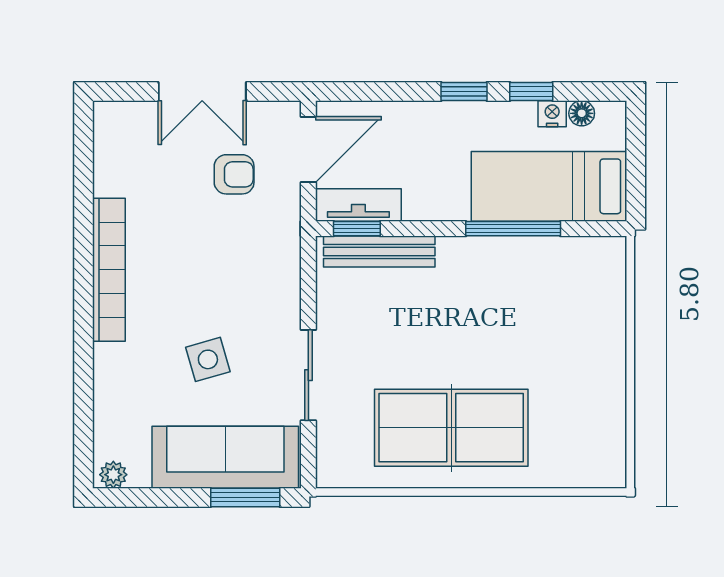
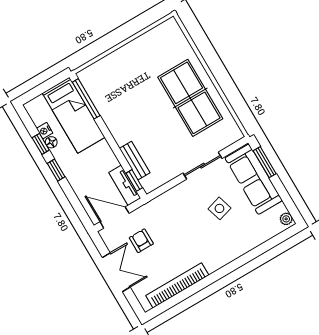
floor lamp: (582, 113) -> (51, 142), moved
window: (513, 229) -> (86, 99), moved
bench: (379, 251) -> (135, 161), width x0.73
bookcase: (109, 270) -> (177, 285), moved

